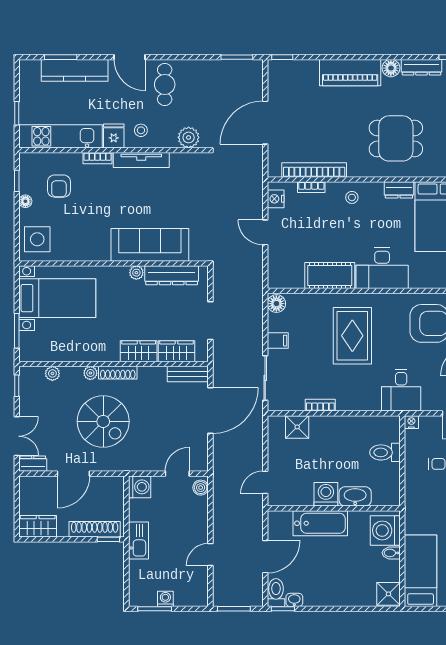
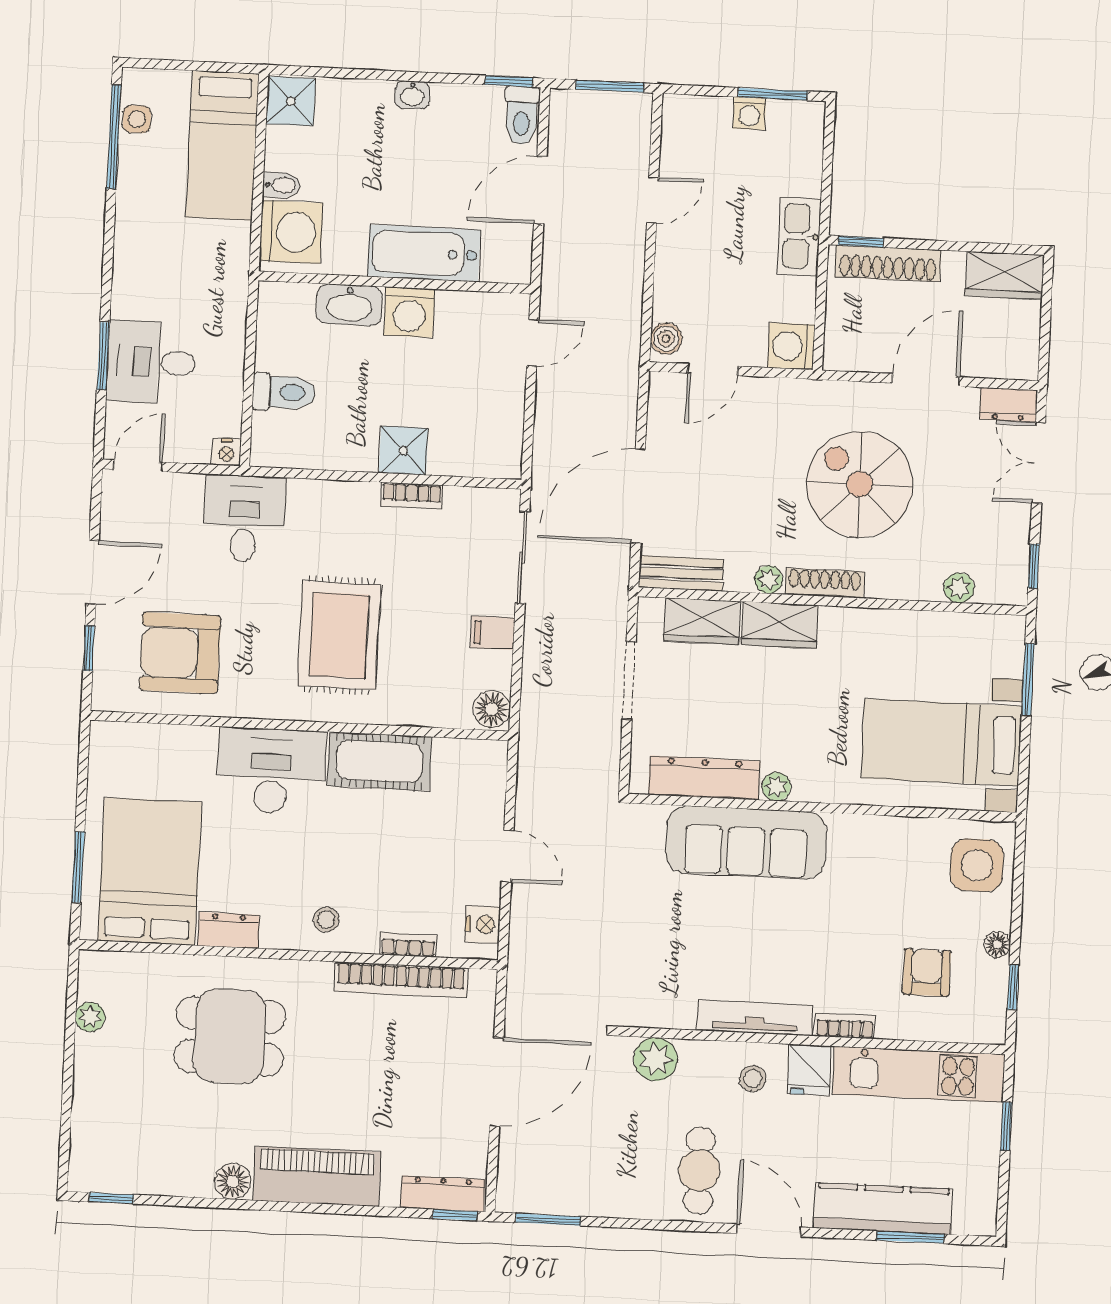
dresser: (421, 67) -> (443, 1194), moved
plant: (90, 373) -> (769, 580), moved
shower: (297, 427) -> (403, 451), moved
washbasin: (294, 600) -> (412, 95), moved

